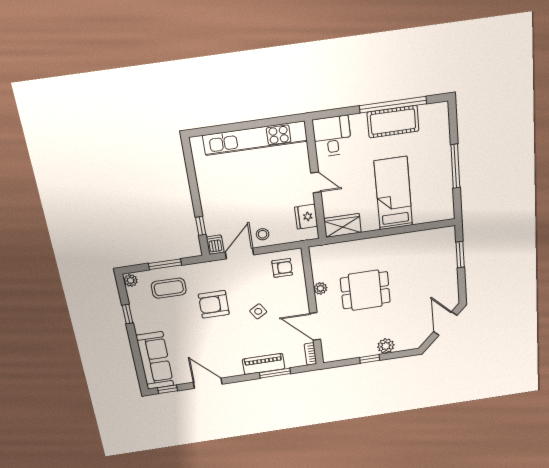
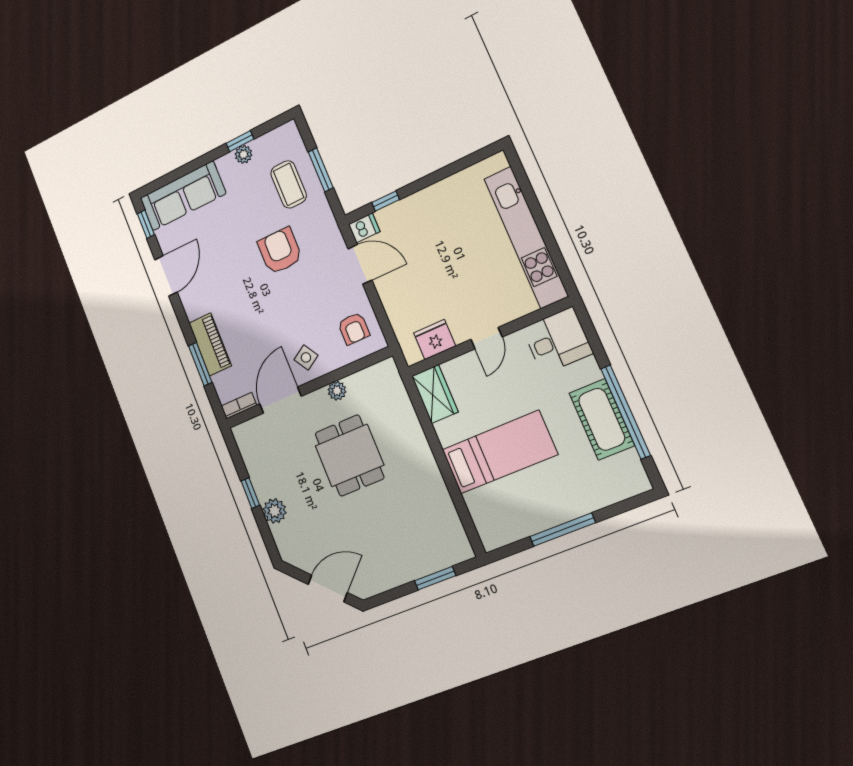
stool: (263, 234) -> (395, 287), removed
plant: (131, 280) -> (243, 154), moved
side table: (258, 311) -> (306, 357), moved

